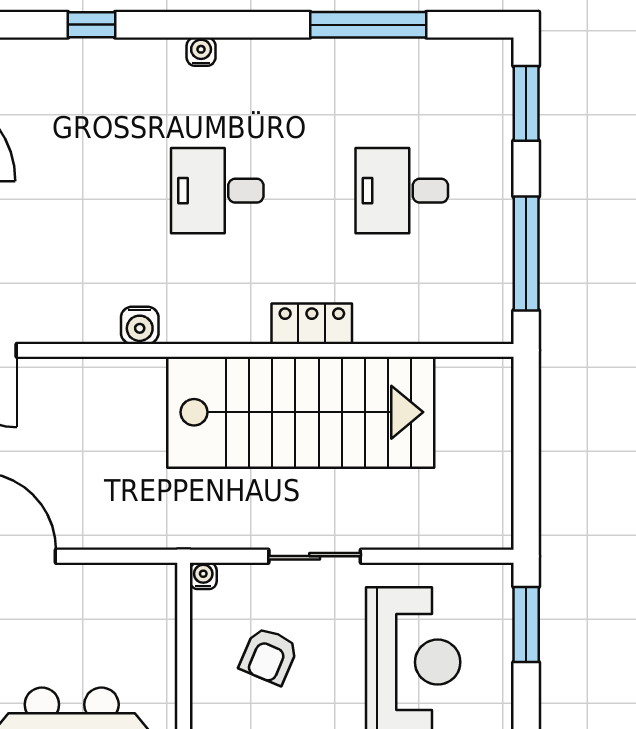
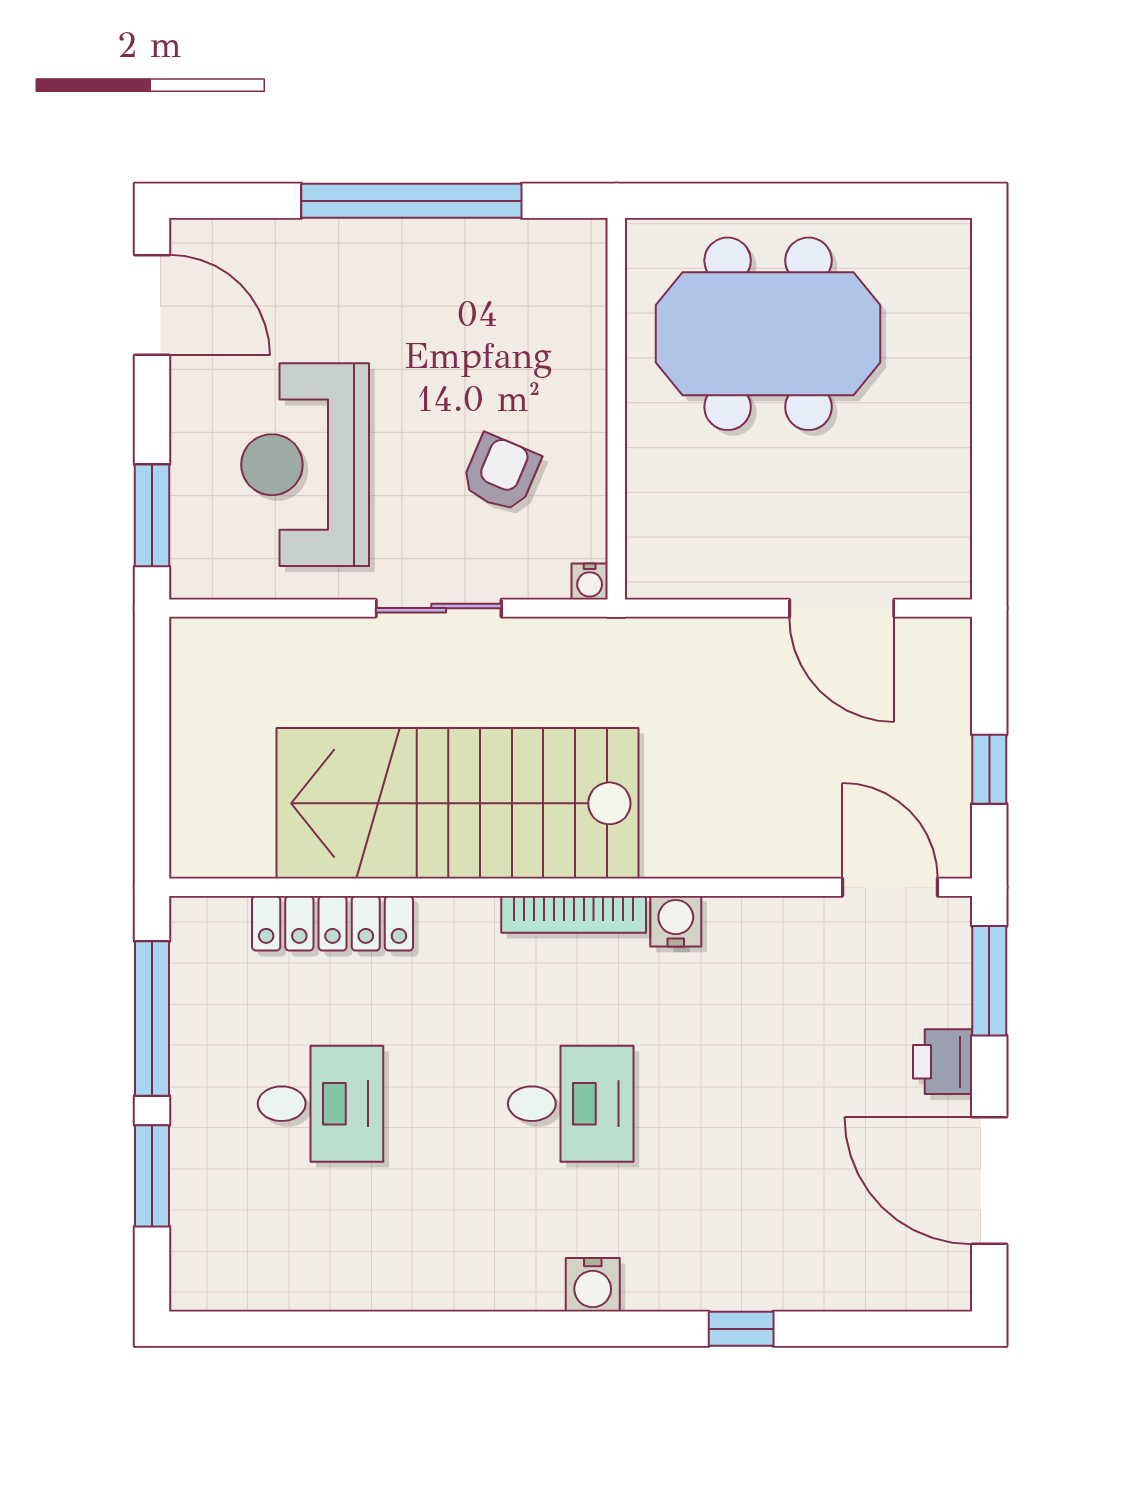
window: (368, 25) -> (366, 1329), removed
water cooler: (201, 52) -> (593, 1285), width x1.38, depth x1.38
window: (526, 103) -> (152, 1176), moved
locker: (312, 324) -> (333, 923), moved, width x1.53
bookcase: (215, 330) -> (574, 914), added

